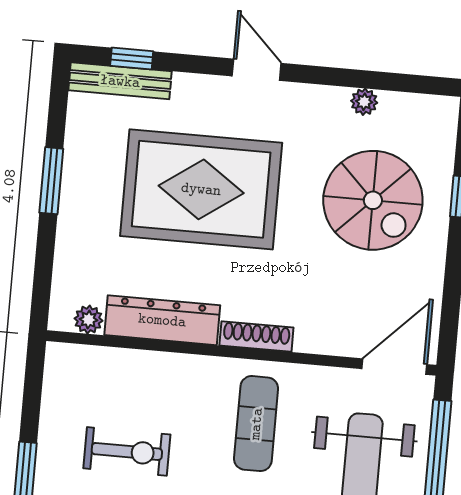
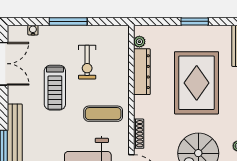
shoe rack: (256, 337) -> (139, 134), moved

